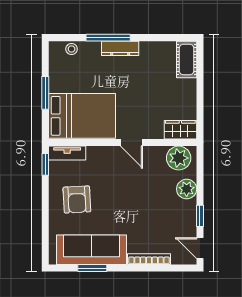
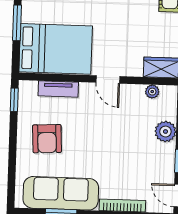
tv unit: (67, 153) -> (58, 89), moved
plant: (179, 158) -> (152, 92), width x0.53, depth x0.53

